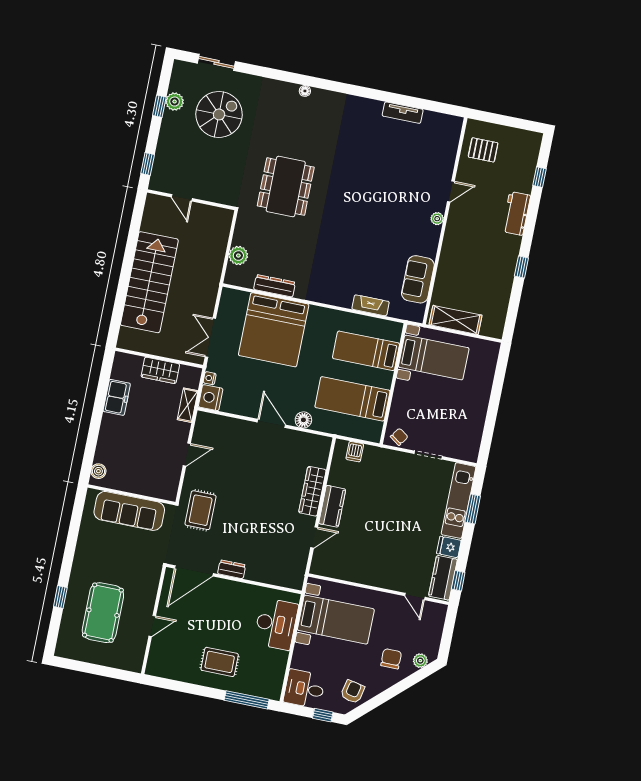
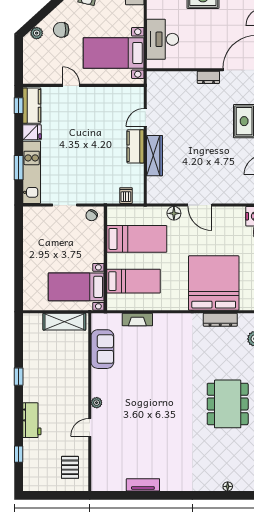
pallet: (483, 150) -> (70, 467), turned 90
door: (415, 596) -> (71, 85), moved
chair: (391, 659) -> (61, 30), turned 90

